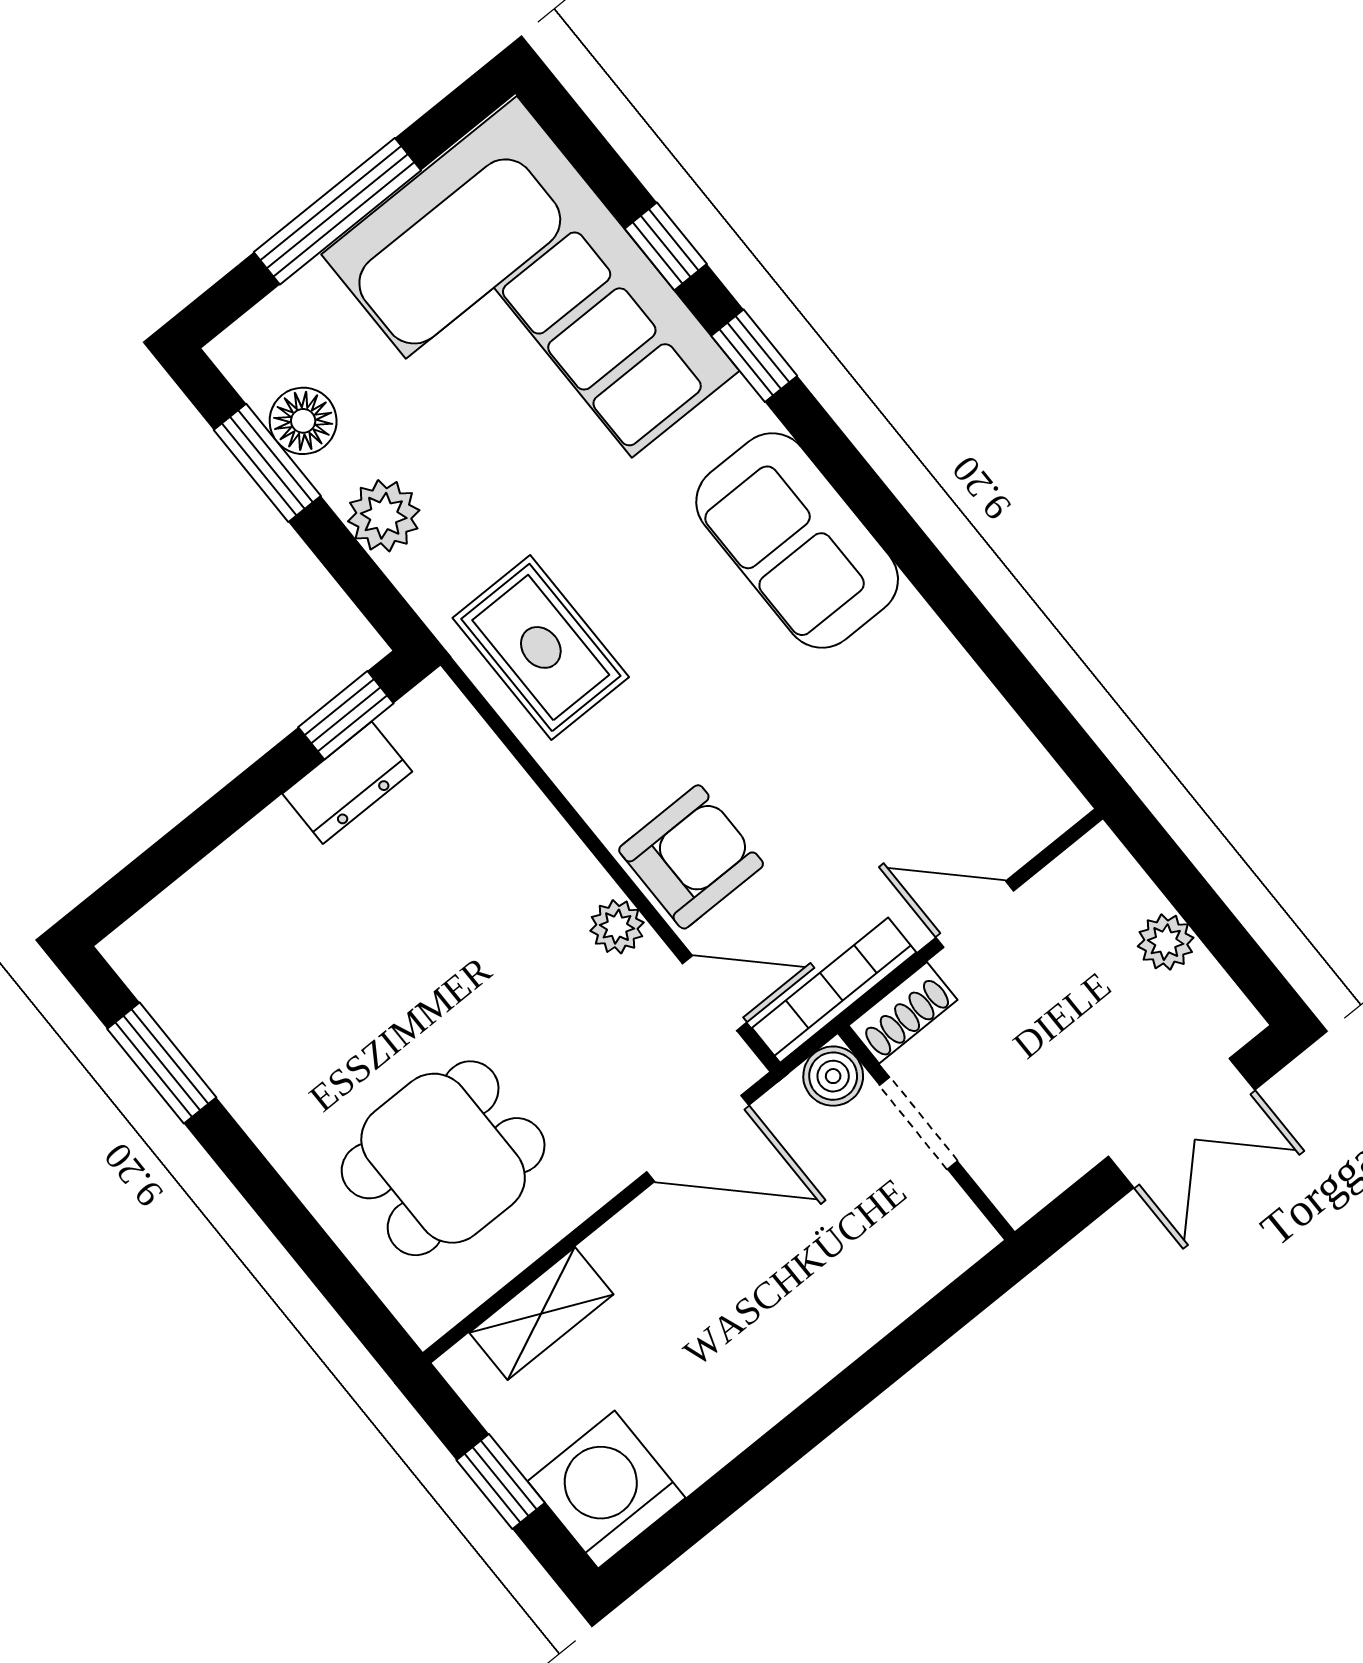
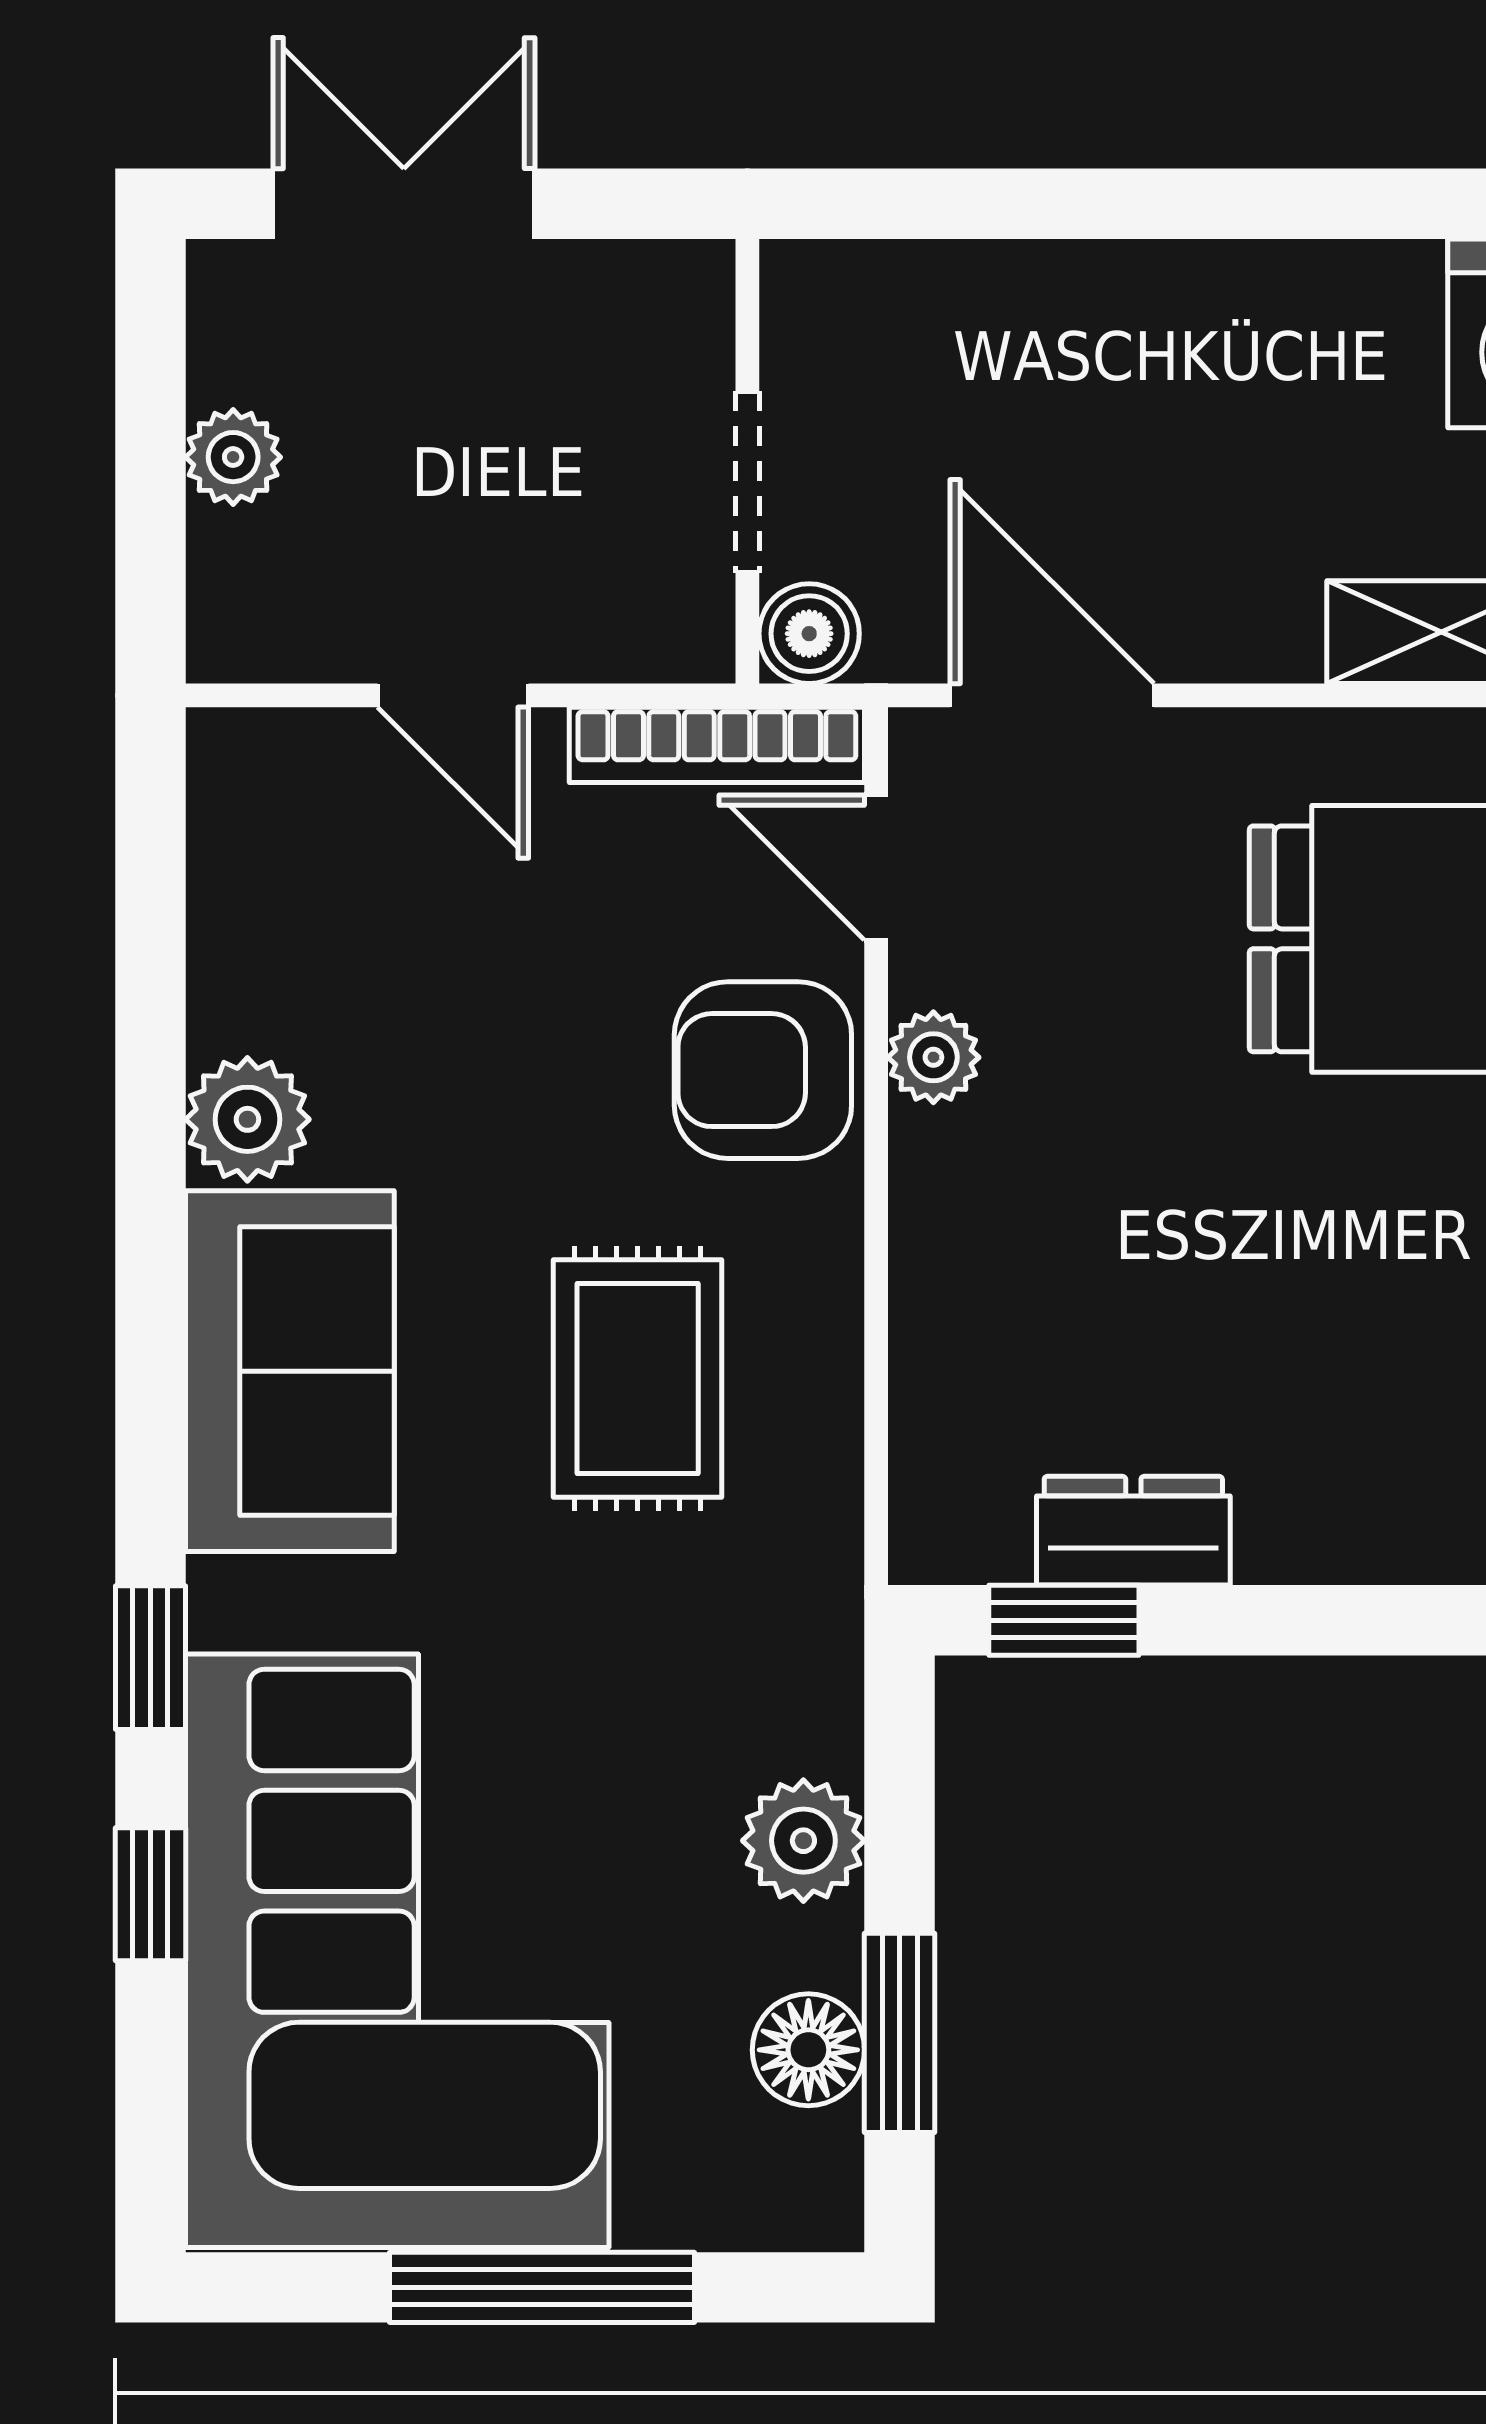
plant: (911, 641) -> (247, 1119), added
rug: (541, 647) -> (638, 1378), moved
shoe rack: (903, 1013) -> (651, 642), removed

